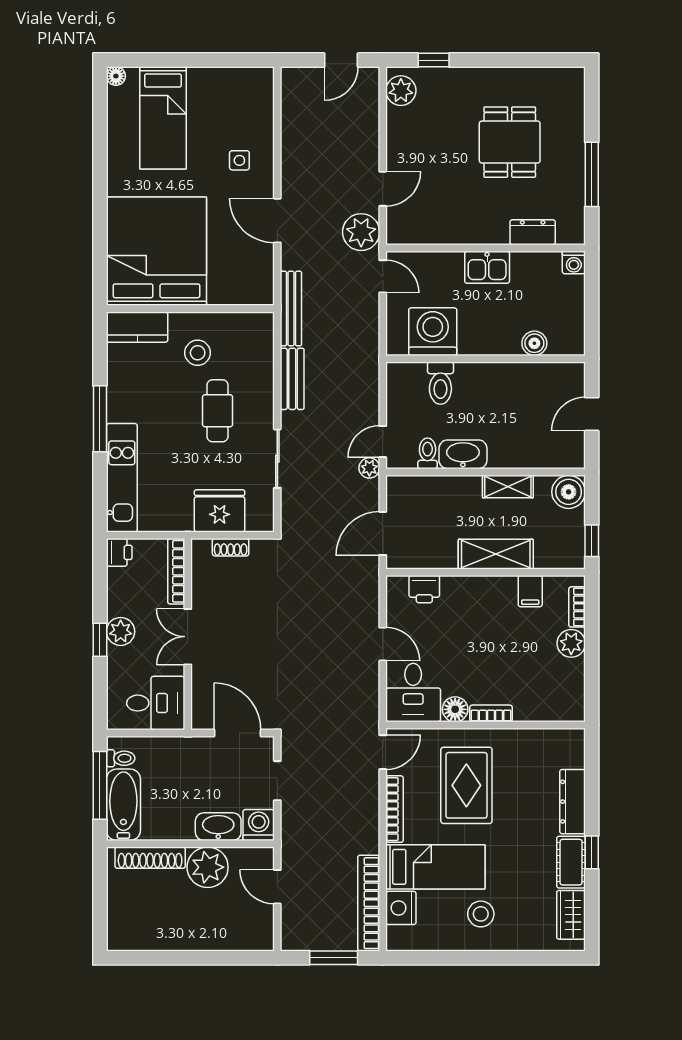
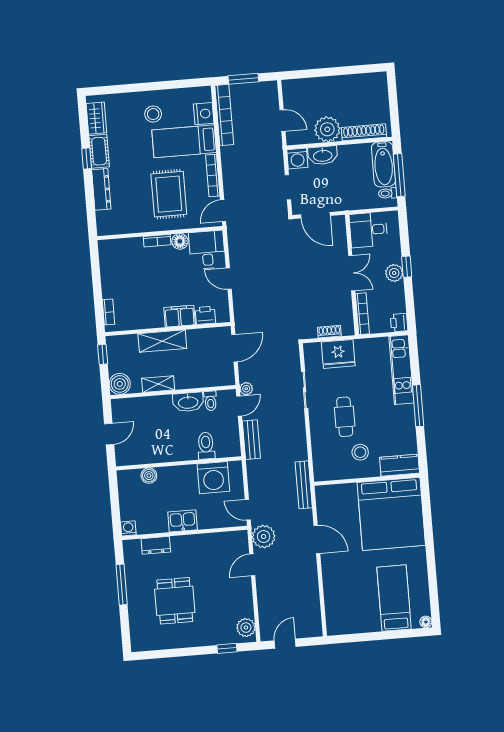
side table: (239, 160) -> (344, 575), removed
bench: (292, 379) -> (251, 440), moved
filing cabinet: (530, 591) -> (180, 316), moved, width x2.00
plant: (571, 643) -> (110, 289), removed

